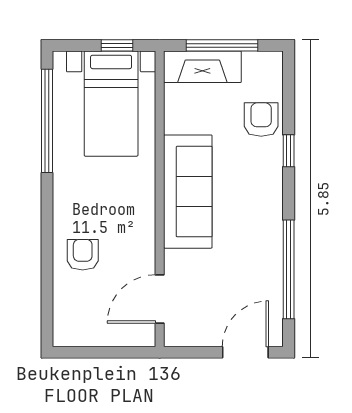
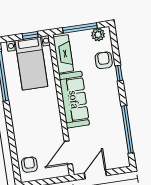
plant: (257, 65) -> (98, 35), added
fireplace: (202, 67) -> (63, 54), moved, turned -90
armchair: (83, 255) -> (29, 165), moved
door: (245, 352) -> (95, 174), moved

